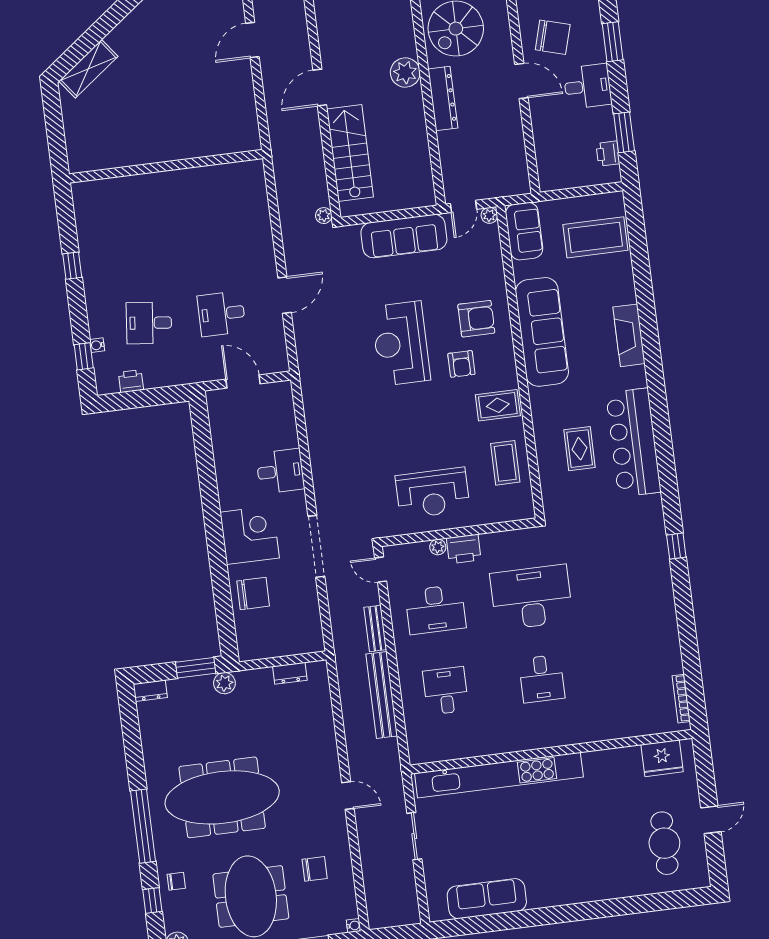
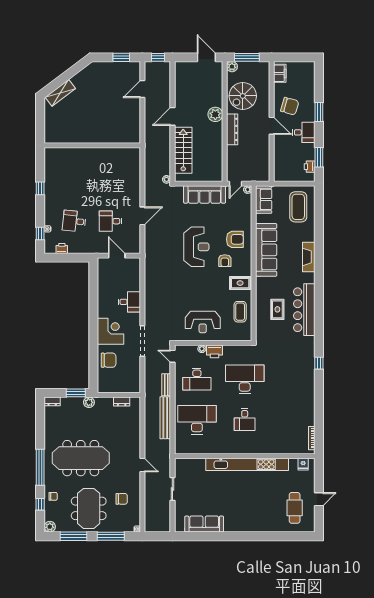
coffee table: (595, 237) -> (298, 207), turned 90
reception desk: (401, 343) -> (196, 247), turned 180
desk: (446, 691) -> (197, 420), width x1.87, depth x1.30
fridge: (662, 758) -> (303, 464), width x0.53, depth x0.75
kitchen unit: (499, 775) -> (247, 464), moved

